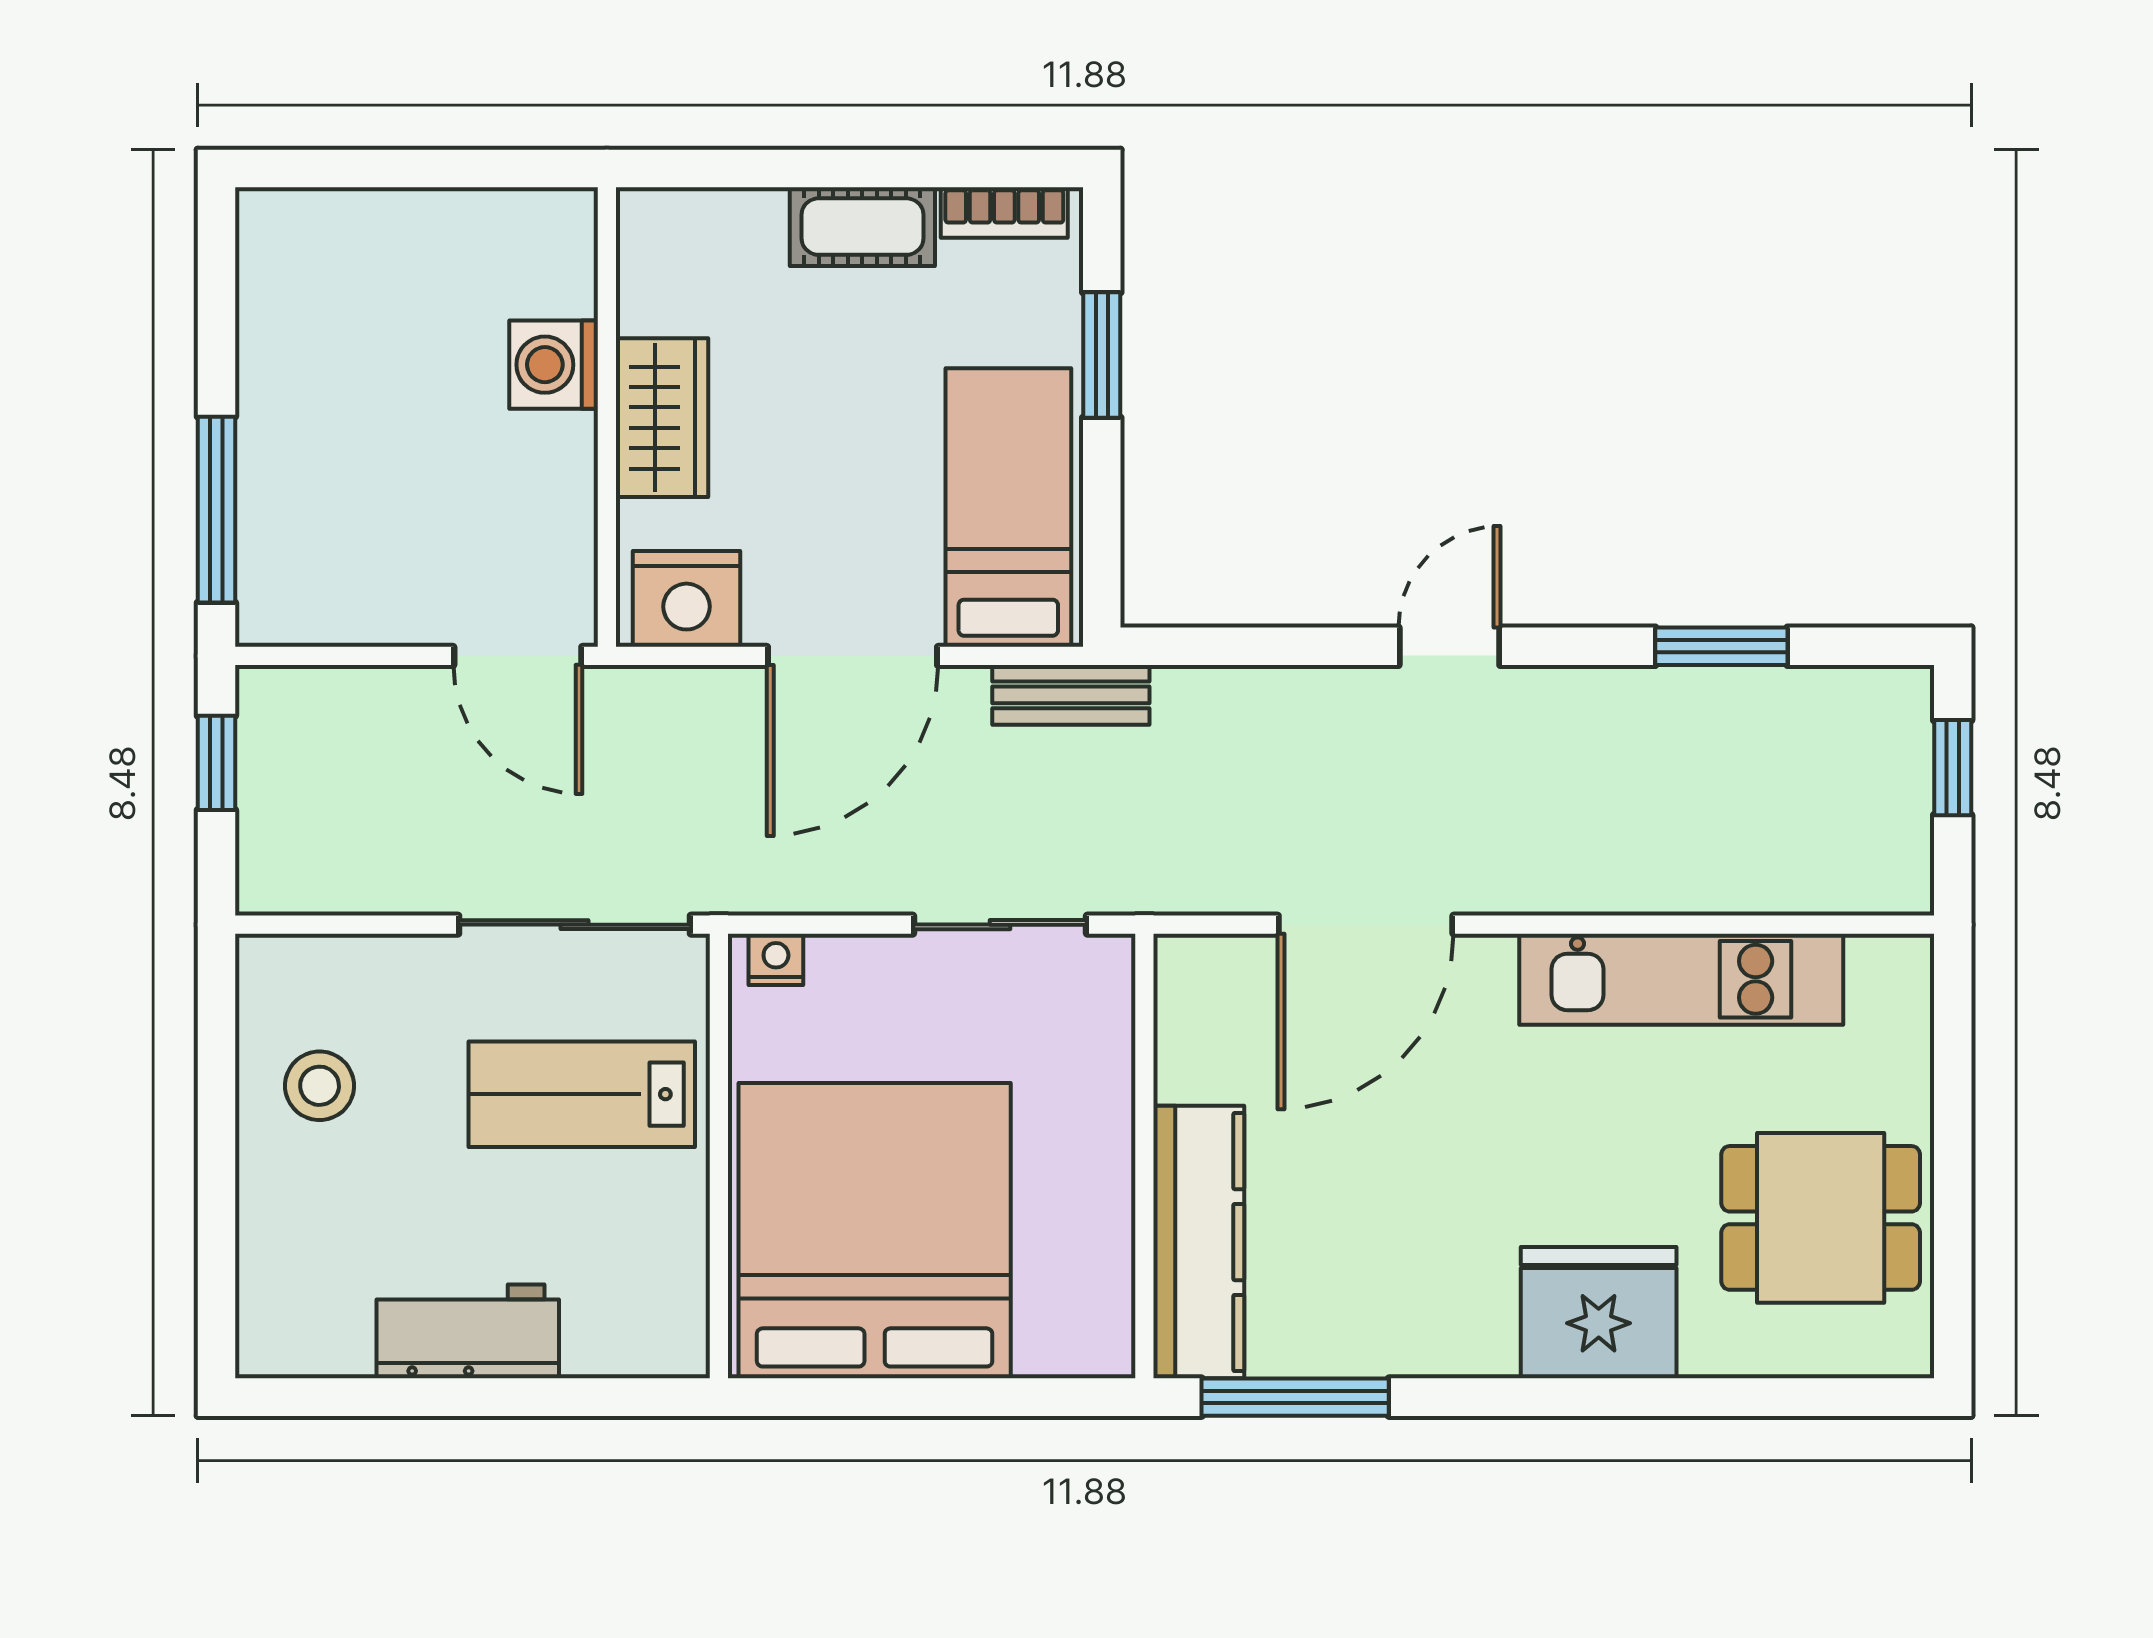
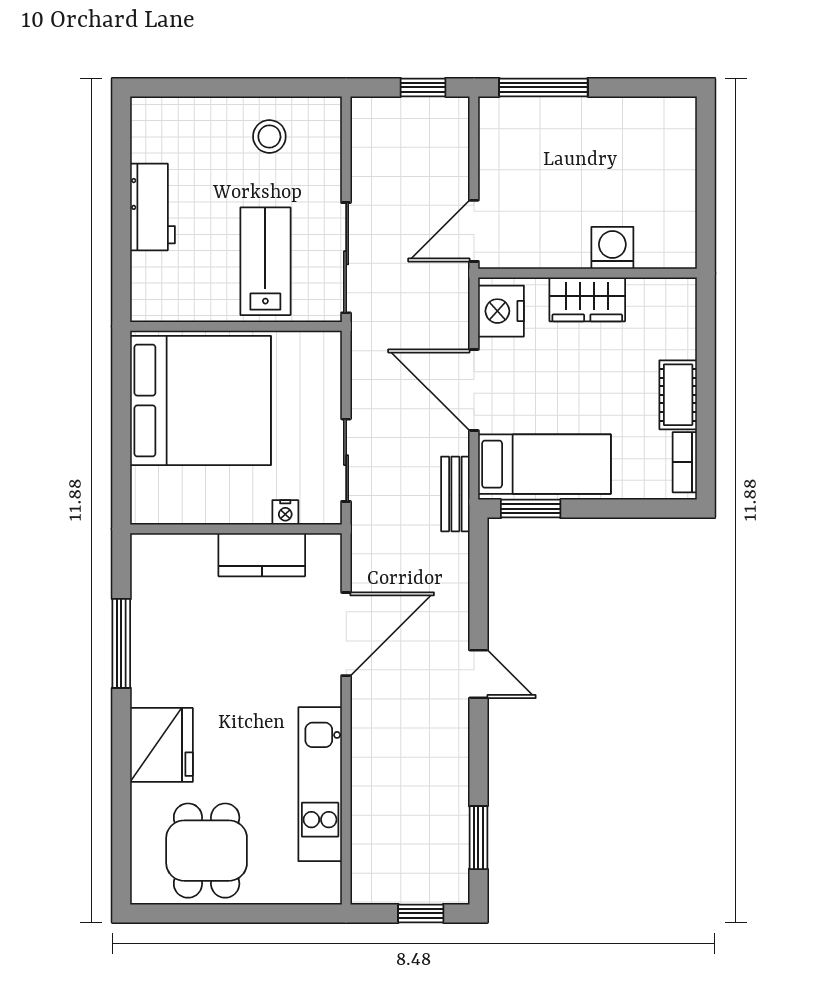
window: (1102, 355) -> (531, 509), moved
window: (1721, 646) -> (478, 838), moved
door: (1366, 925) -> (346, 634), swing flipped
nightstand: (776, 959) -> (285, 512), moved, turned 90
kitchen counter: (1199, 1242) -> (262, 555), moved, width x0.67
window: (1295, 1397) -> (121, 643), moved

